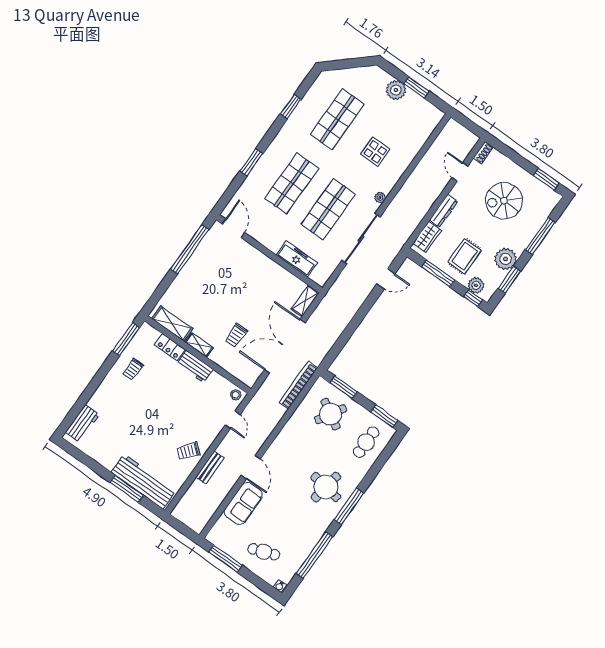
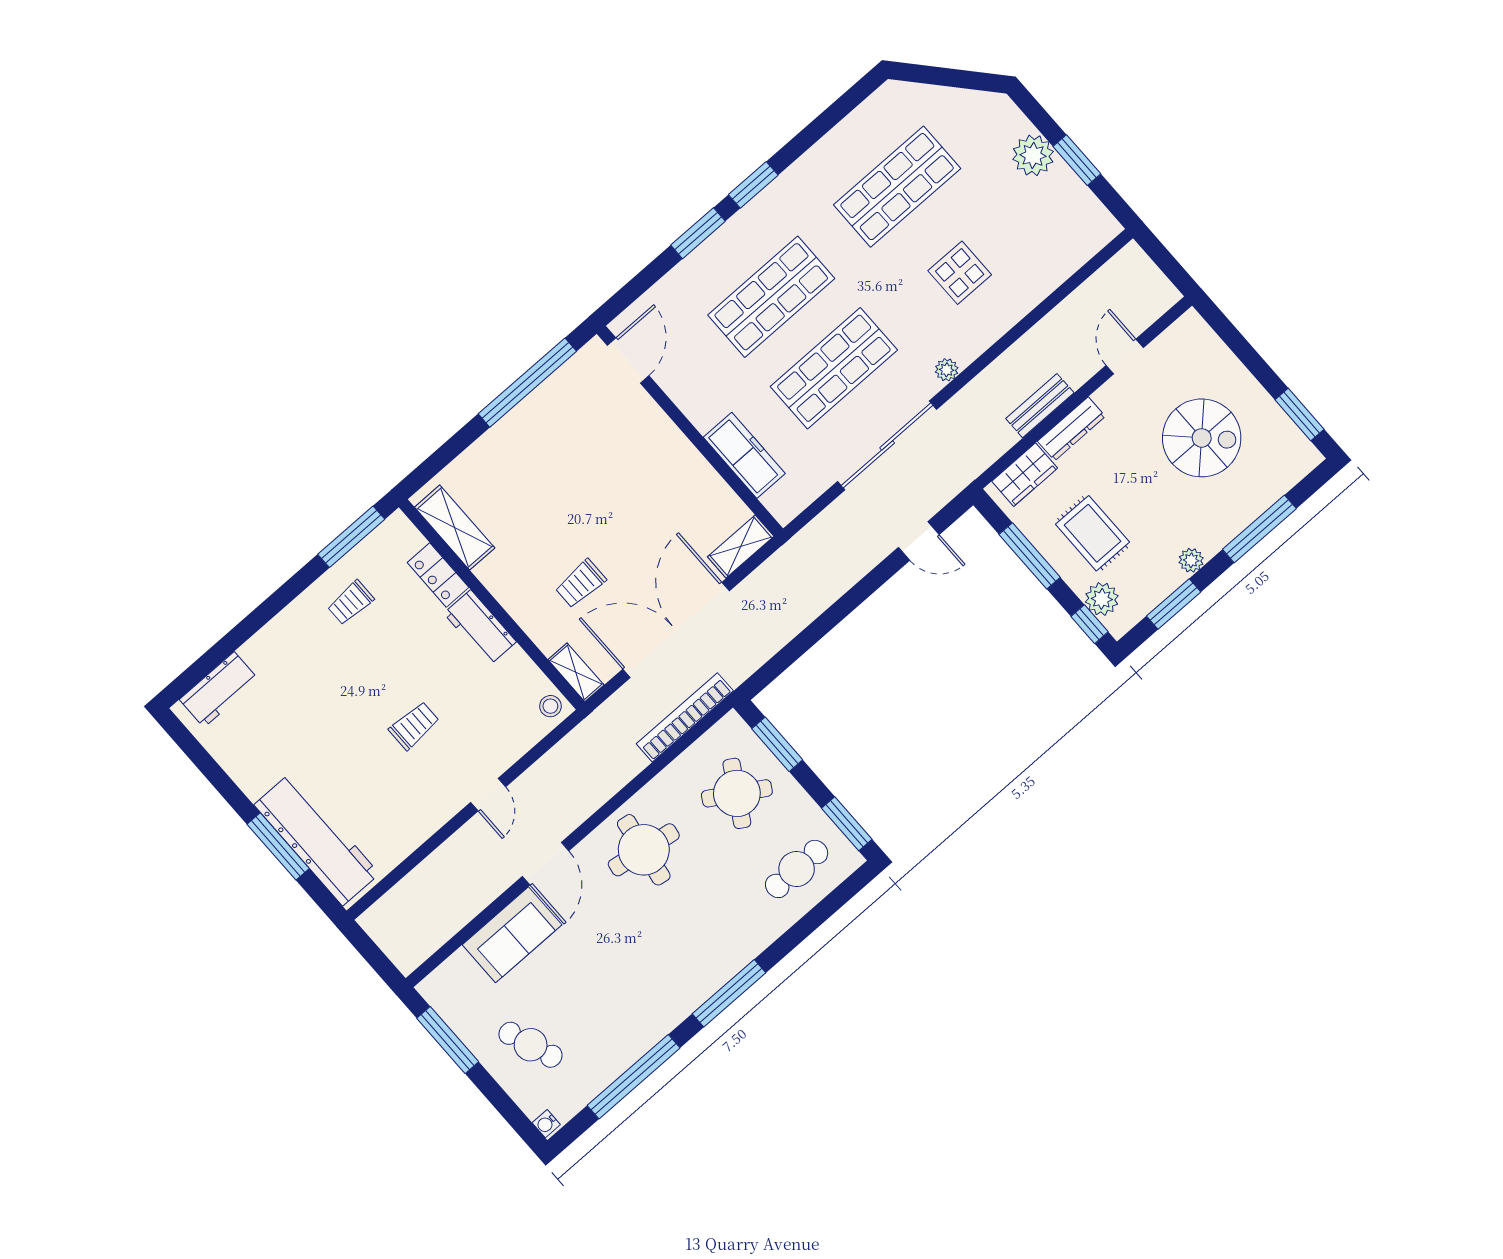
window: (291, 107) -> (753, 185), moved
shoe rack: (483, 153) -> (1183, 328), removed
spiral stairs: (504, 201) -> (1202, 438), turned 180
rug: (465, 256) -> (1092, 533), turned 90
plant: (506, 259) -> (1191, 560), width x0.53, depth x0.53
shelving: (199, 345) -> (576, 672), moved
door: (233, 420) -> (488, 795), moved
trolley: (188, 451) -> (414, 726), moved, turned 141
bench: (210, 467) -> (1040, 406), moved
round table: (326, 487) -> (644, 850), moved

